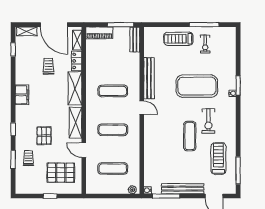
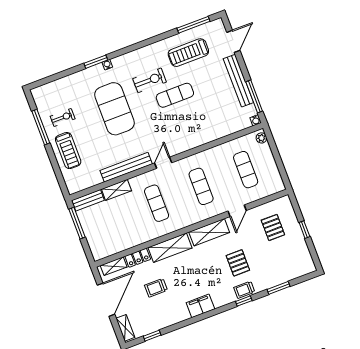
piano: (99, 33) -> (96, 244), removed
shelving: (134, 64) -> (116, 190), added
pallet: (44, 136) -> (238, 263), turned 90
trolley: (28, 158) -> (244, 290), moved
pallet: (61, 173) -> (273, 227), width x0.67, depth x0.71

